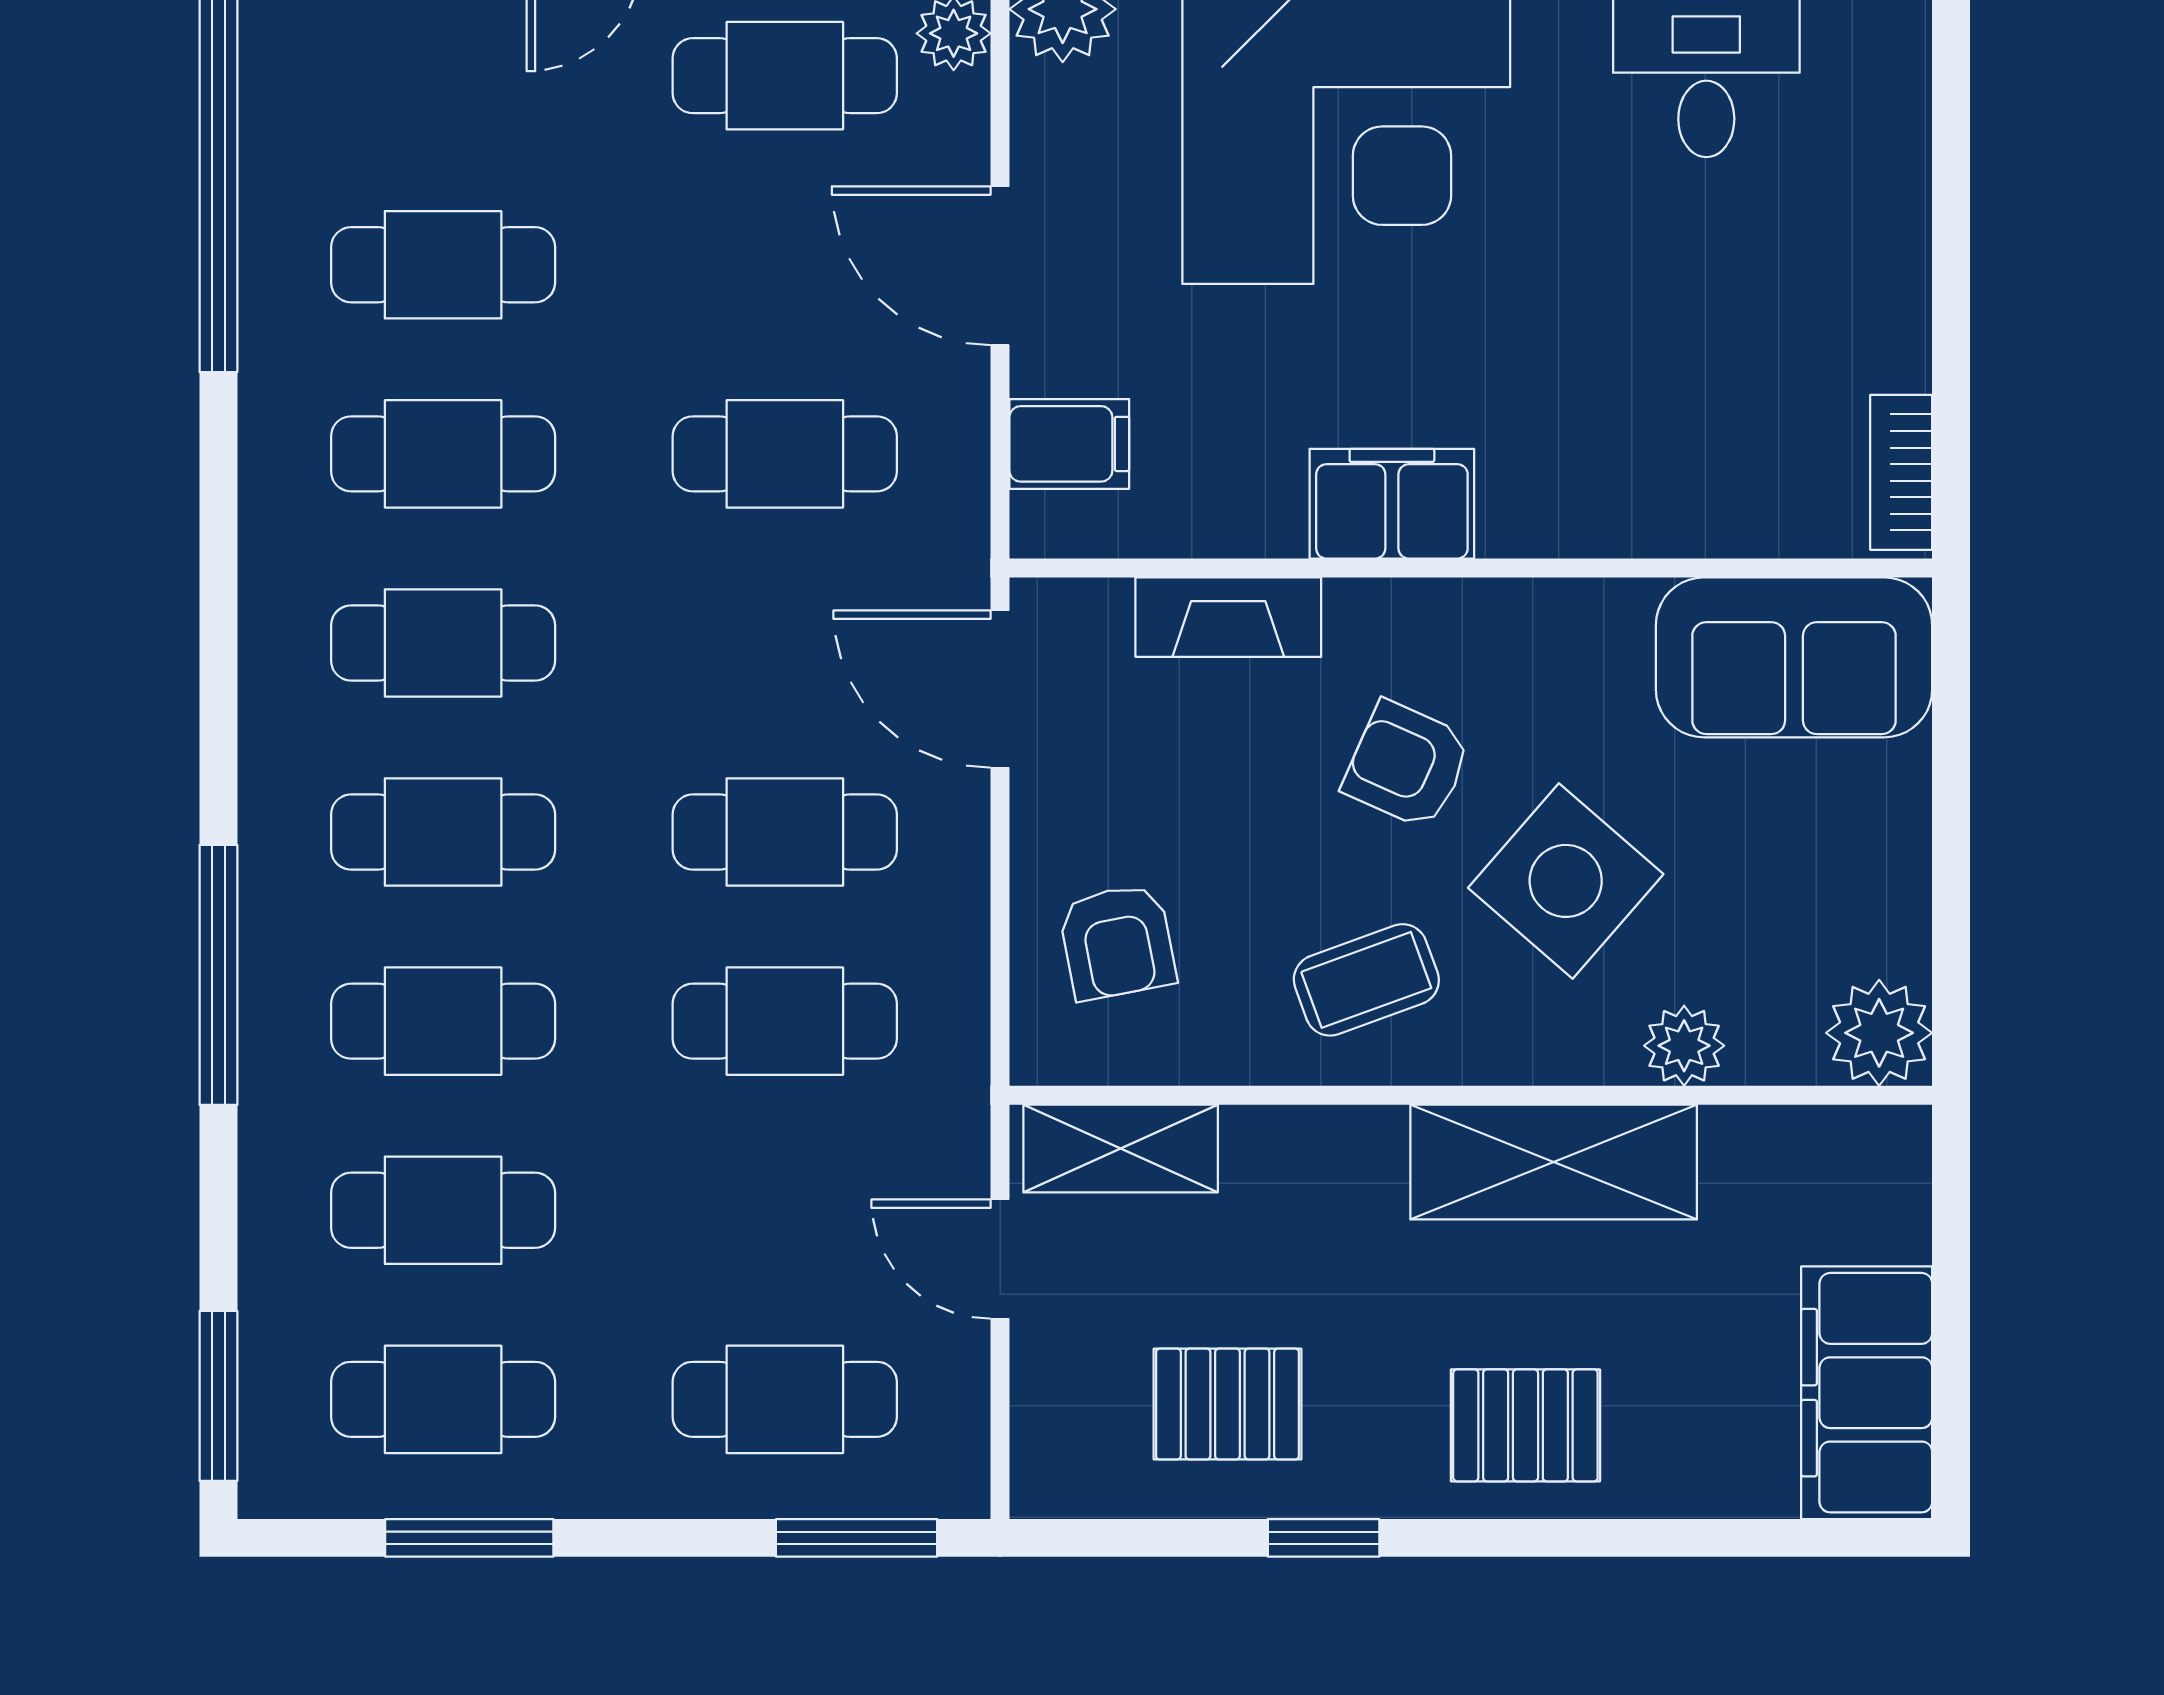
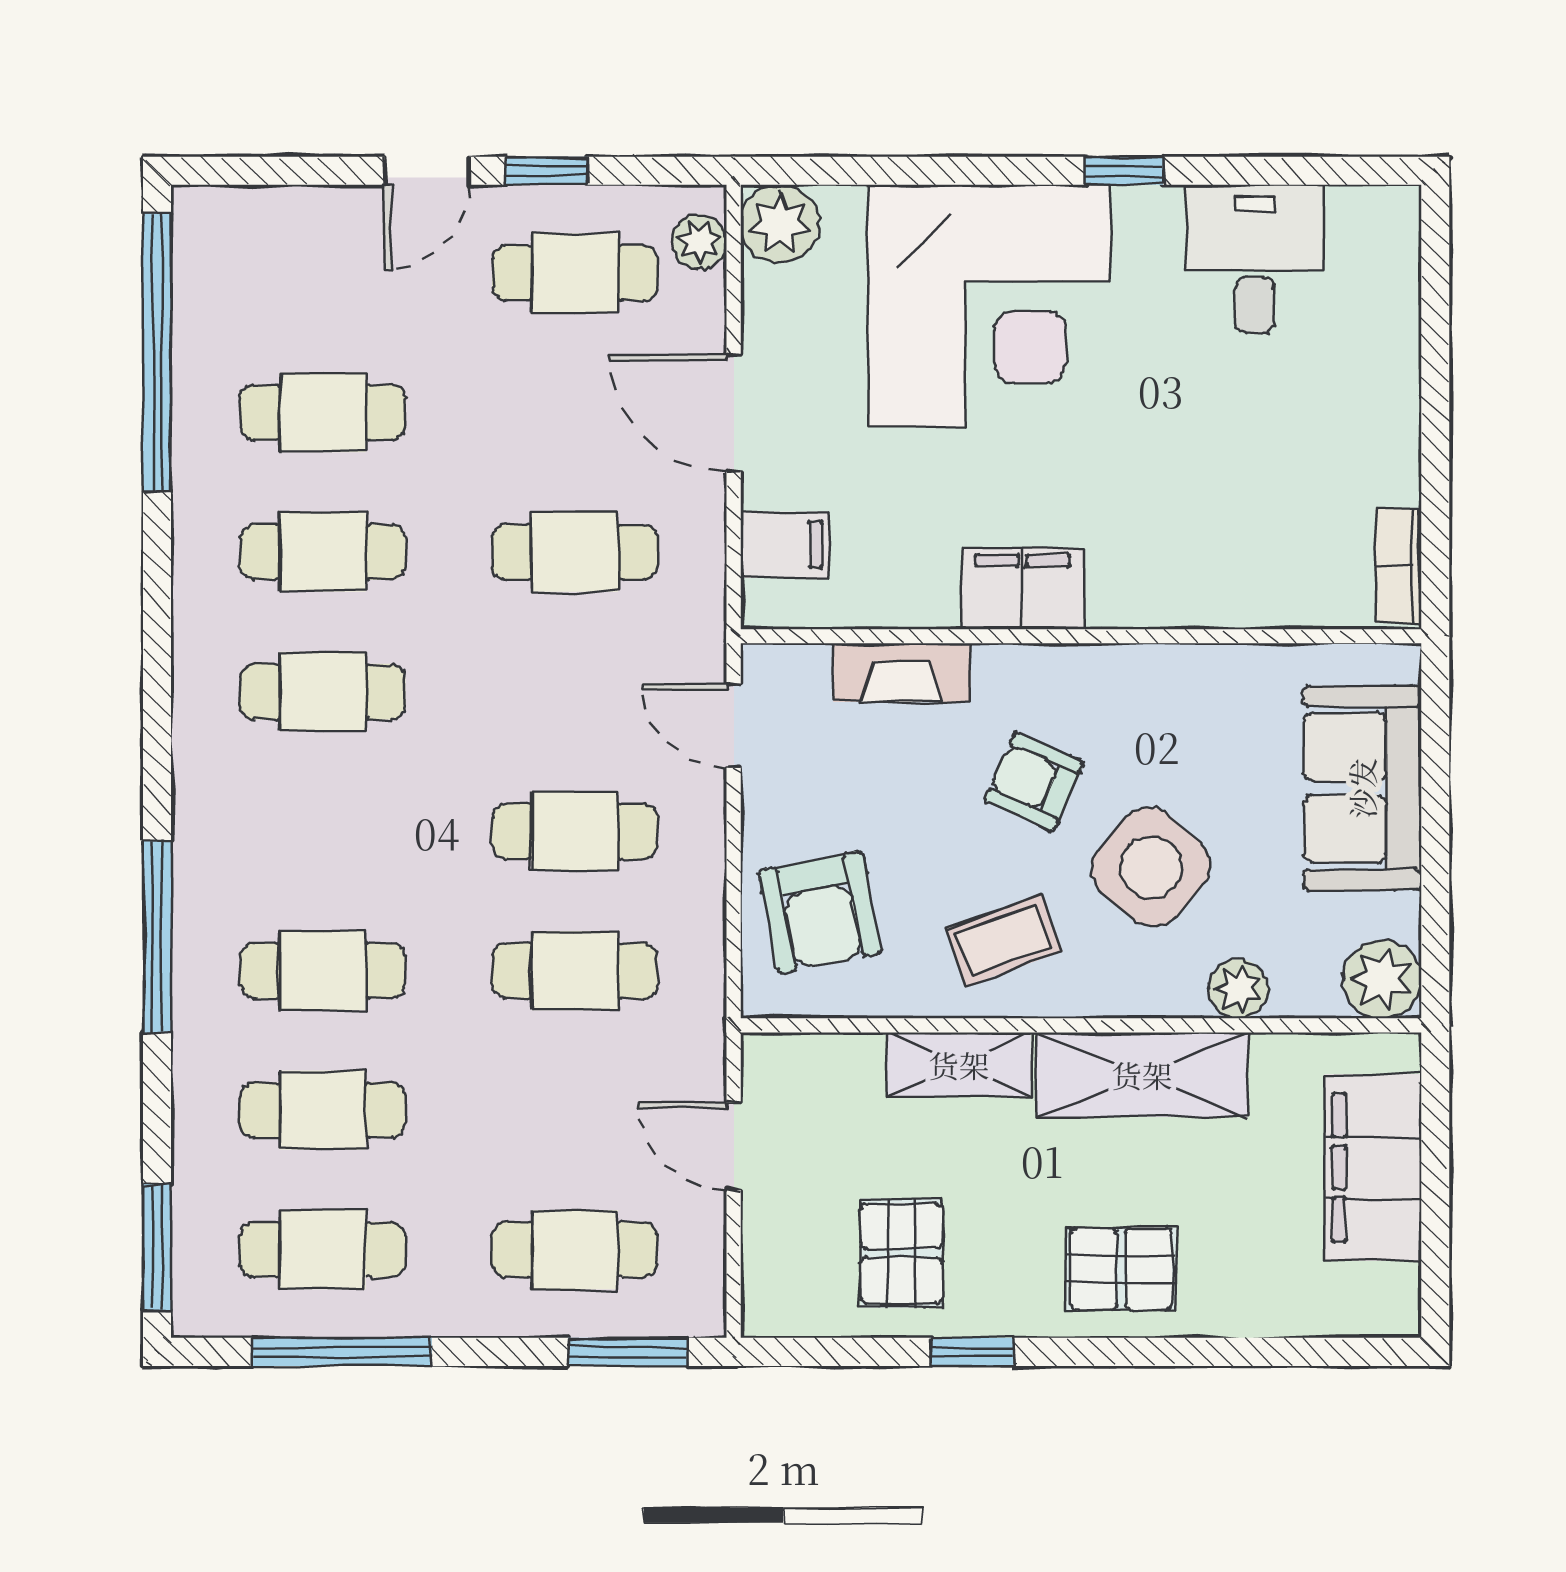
sofa: (1794, 657) -> (1362, 788), moved, turned 90
door: (1000, 689) -> (734, 726), width x0.73
cafe table: (443, 832) -> (323, 831), removed
armchair: (1117, 942) -> (820, 912), width x1.38, depth x1.38
shelving: (1121, 1149) -> (959, 1065), moved
filing cabinet: (1867, 1393) -> (1373, 1167), moved
pallet: (1227, 1404) -> (901, 1253), turned 90
window: (469, 1538) -> (342, 1352), width x1.44

